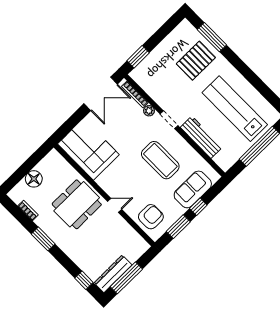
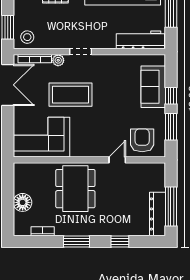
stool: (144, 76) -> (27, 37), added
workbench: (201, 137) -> (140, 40), moved
coffee table: (160, 160) -> (71, 95), moved
door: (115, 205) -> (117, 160), moved
window: (84, 280) -> (120, 241), moved

